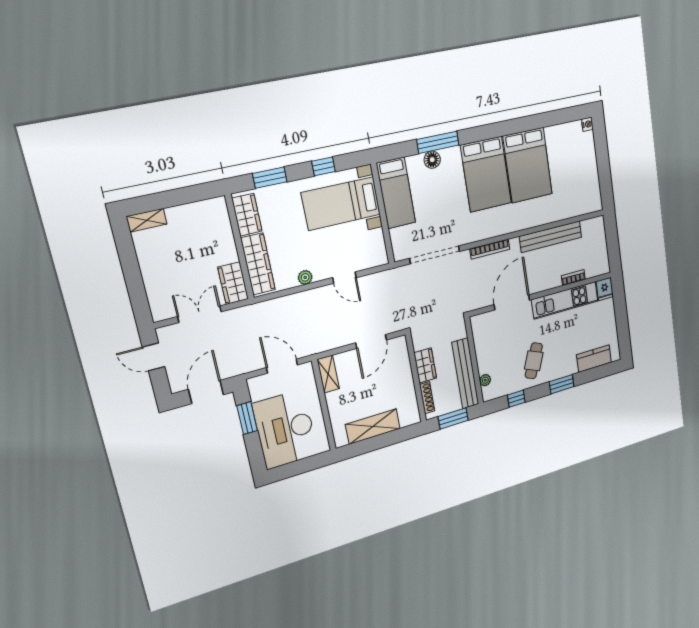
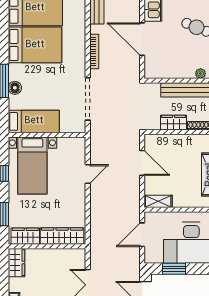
plant: (305, 277) -> (80, 204), removed
wardrobe: (233, 283) -> (16, 263), moved, turned -90

